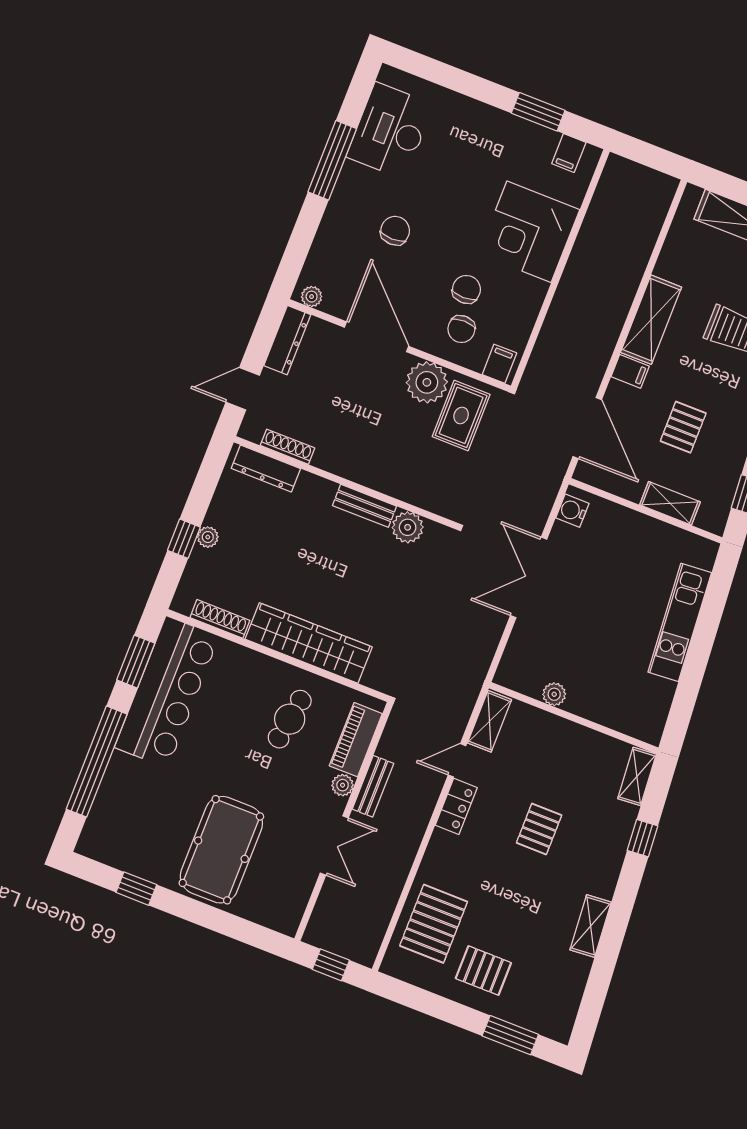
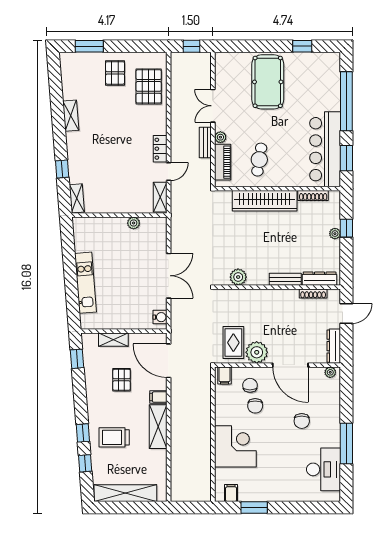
bench: (364, 506) -> (285, 279), moved
pallet: (539, 829) -> (115, 154), removed
pallet: (483, 971) -> (115, 73), turned 90

